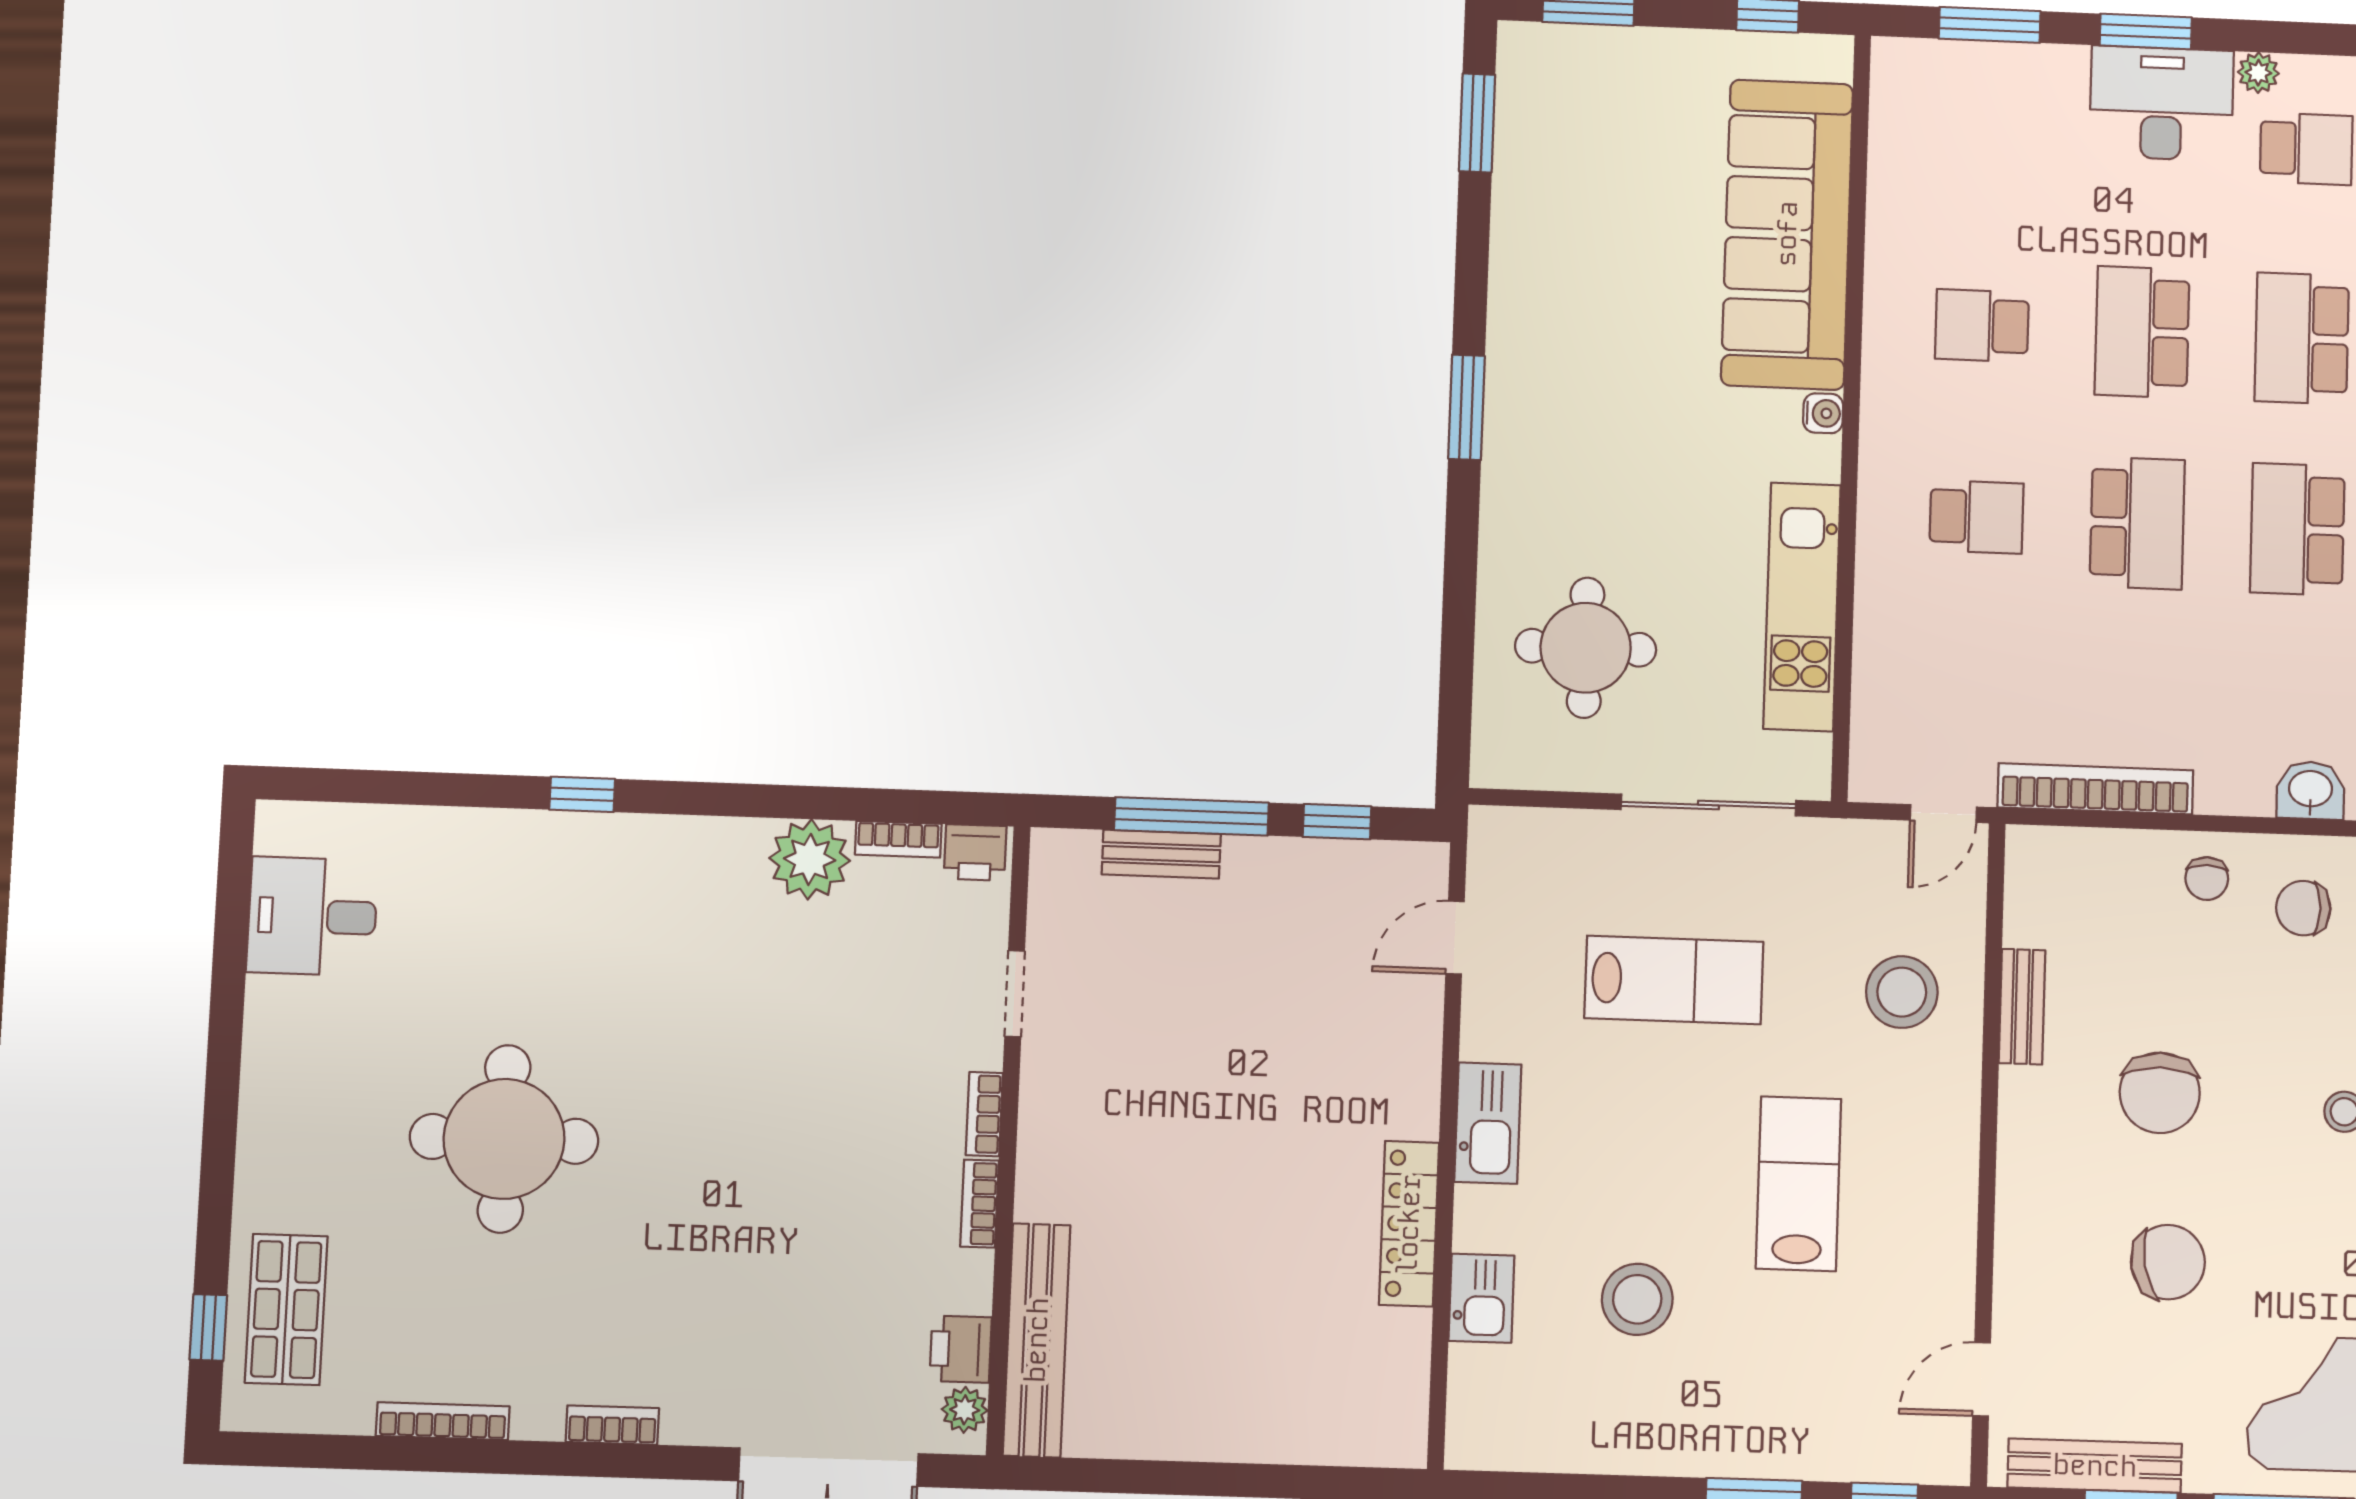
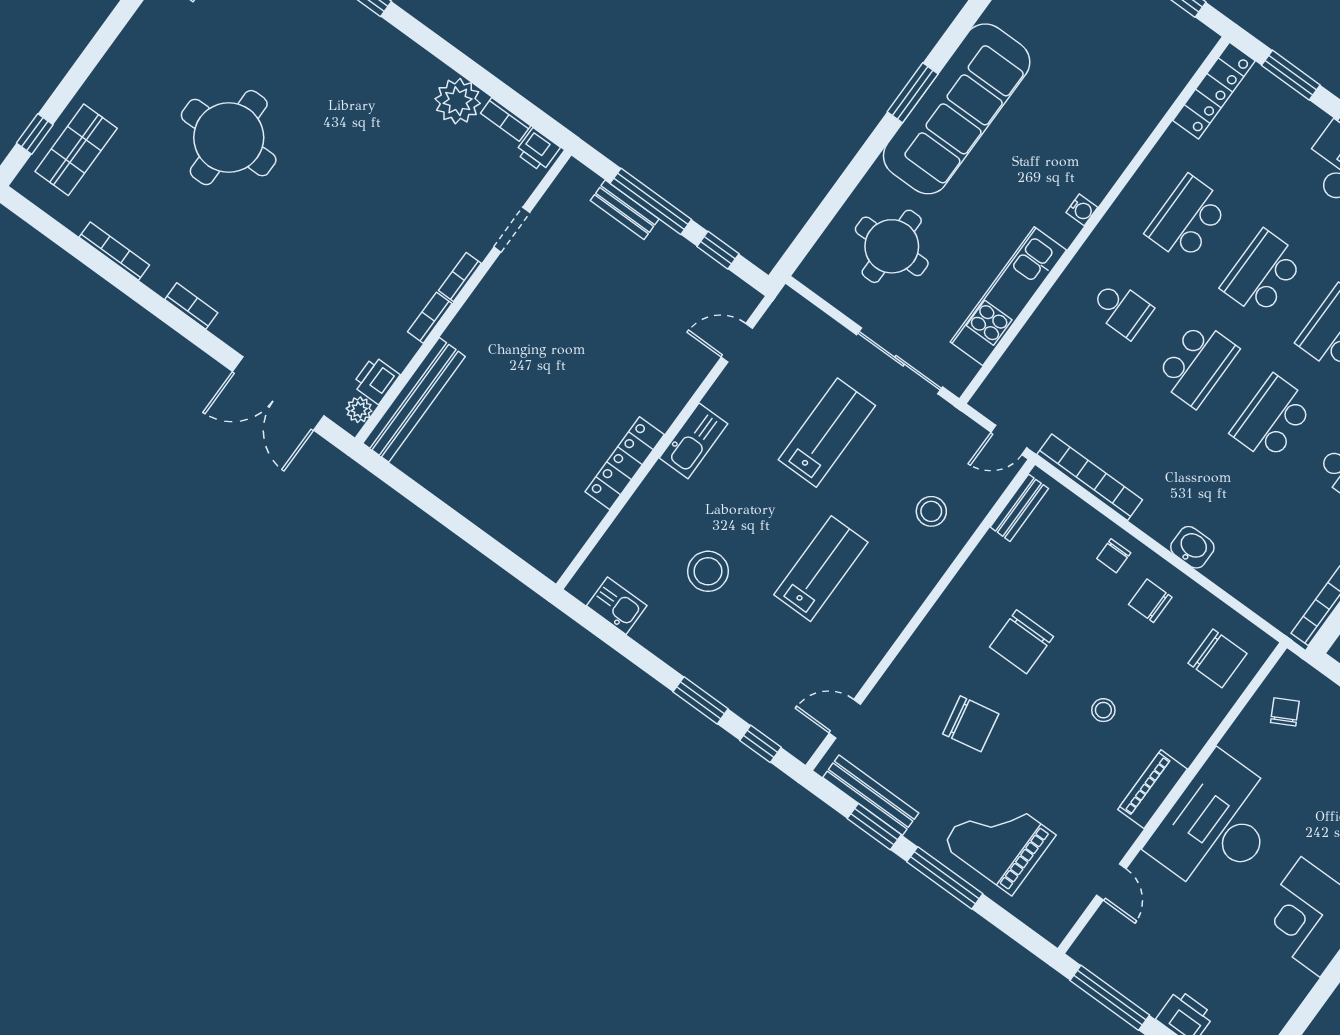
locker: (1896, 119) -> (1214, 91), added
sofa: (1787, 234) -> (957, 109), moved, turned 180
school desk: (1982, 326) -> (1187, 219), width x1.85
lab bench: (1674, 980) -> (827, 433), turned -90
stool: (1902, 992) -> (931, 511), width x0.73, depth x0.73
bench: (2022, 1007) -> (1019, 508), moved
kitchen sink: (1481, 1298) -> (617, 606), moved, turned -90

